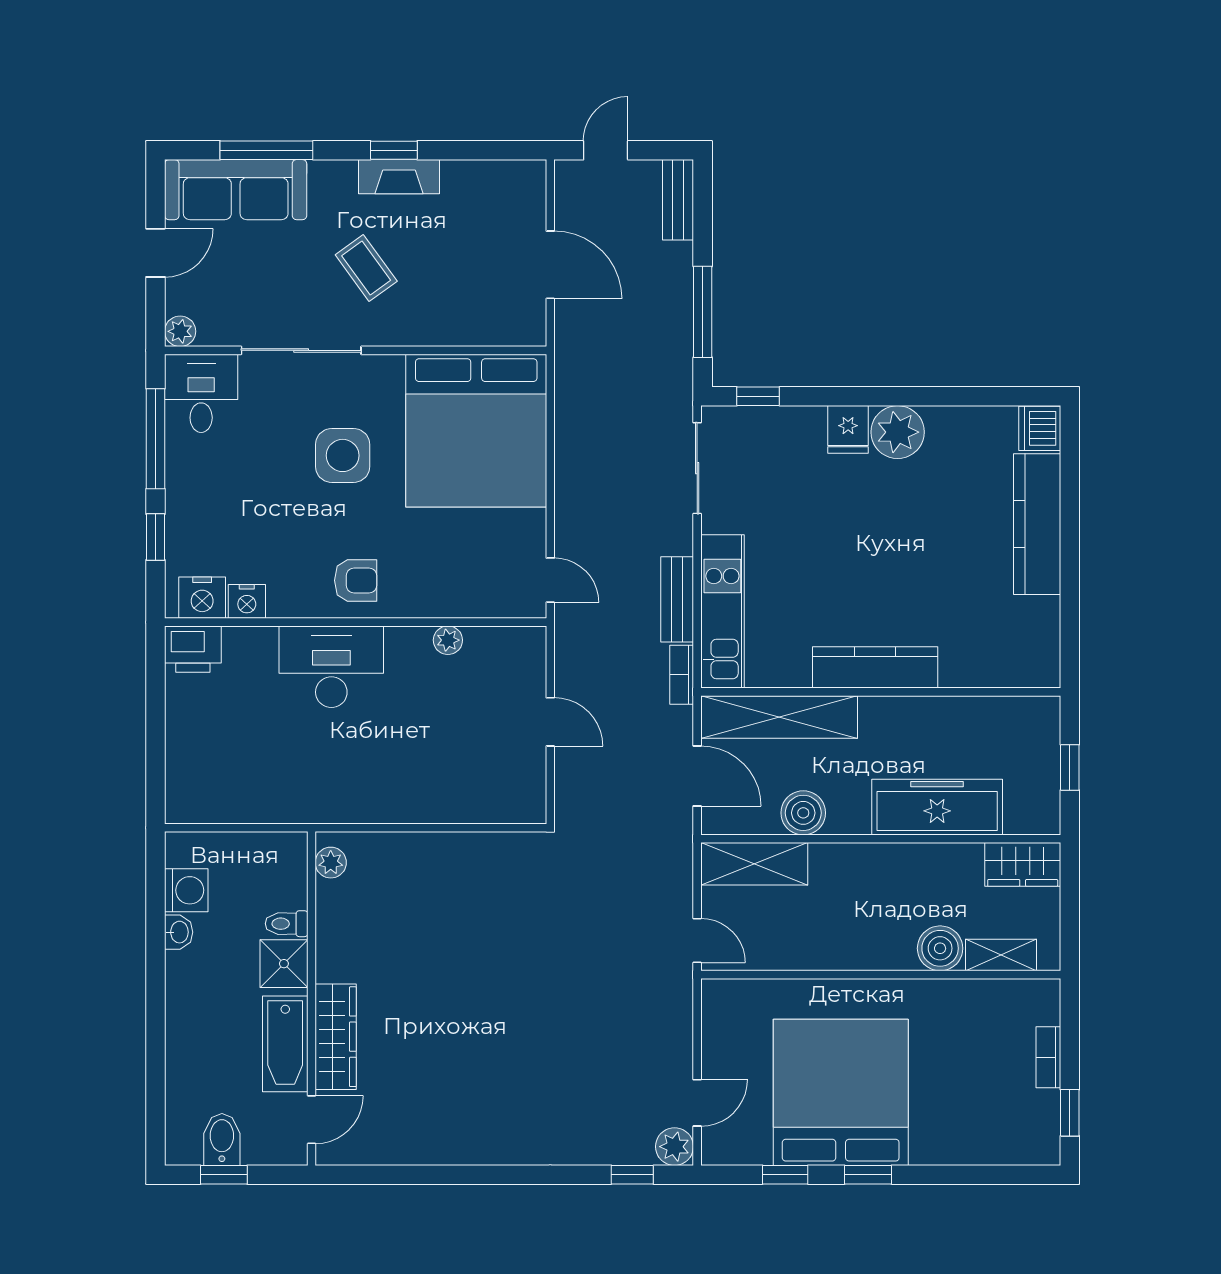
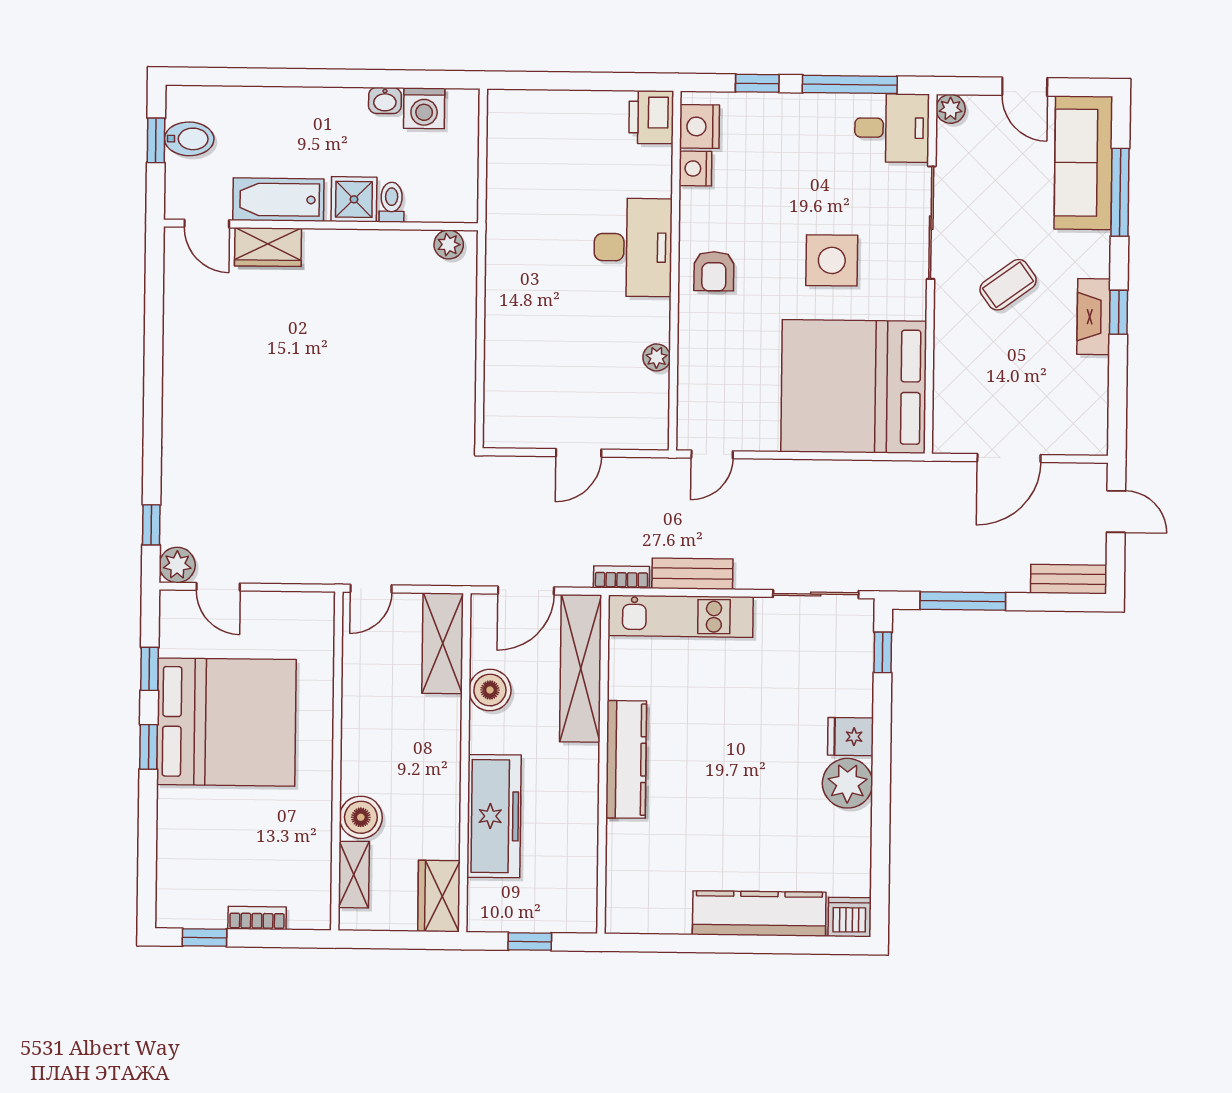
wardrobe: (336, 1037) -> (268, 247), width x0.67

